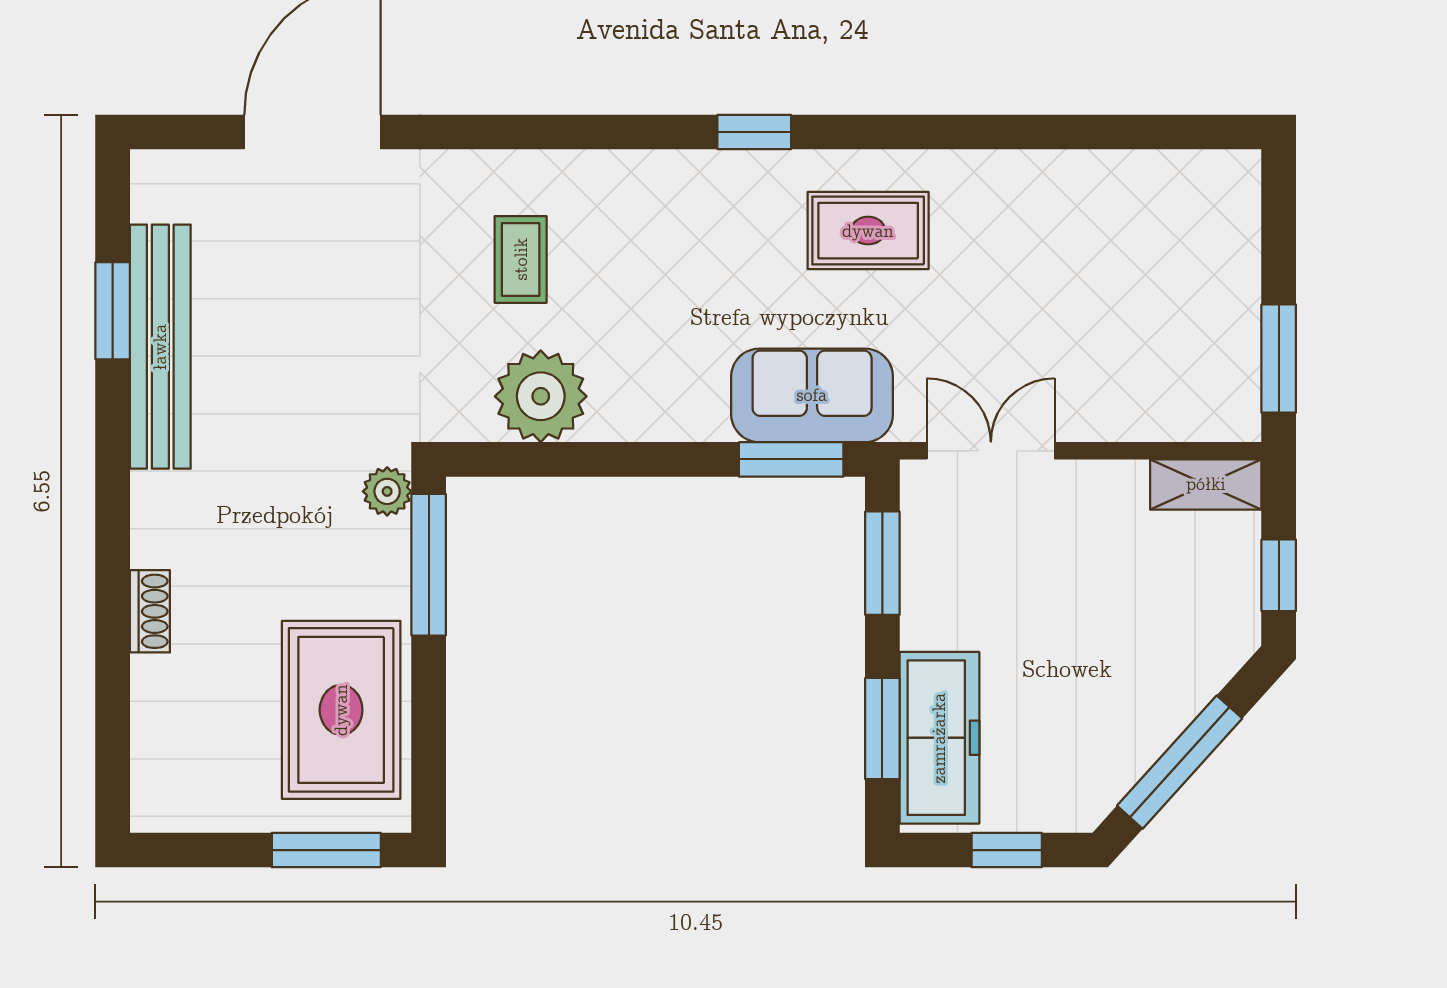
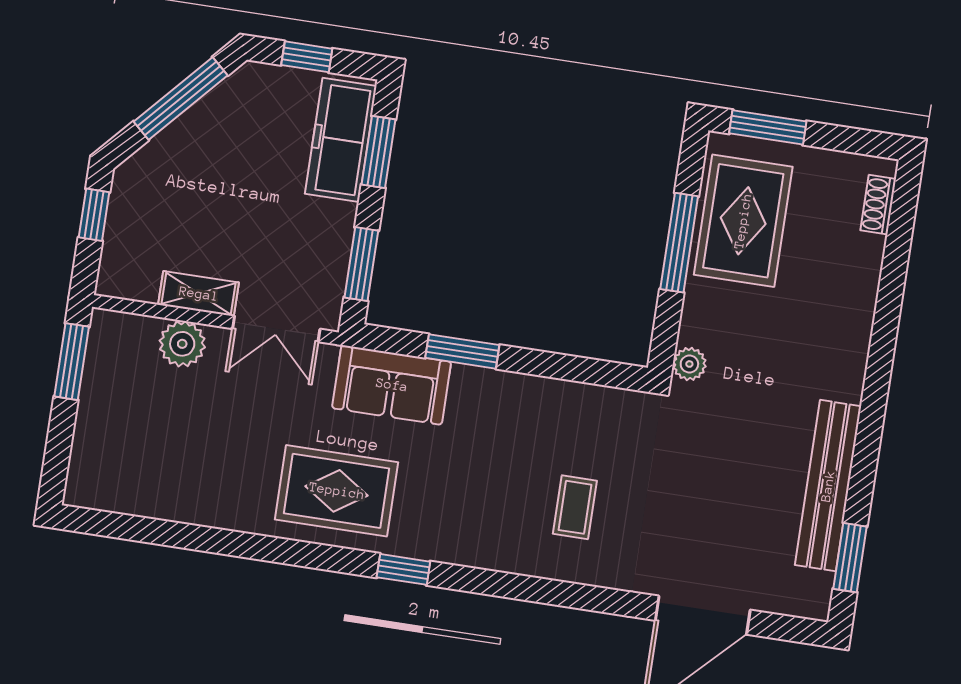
rug: (868, 231) -> (337, 491), width x1.36, depth x1.43
window: (113, 311) -> (850, 558), moved
plant: (541, 396) -> (182, 344), moved, width x0.73, depth x0.73
window: (791, 459) -> (462, 351), moved
shelving: (1206, 484) -> (199, 294), moved
window: (429, 565) -> (679, 243), moved
shoe rack: (150, 611) -> (878, 205), moved

